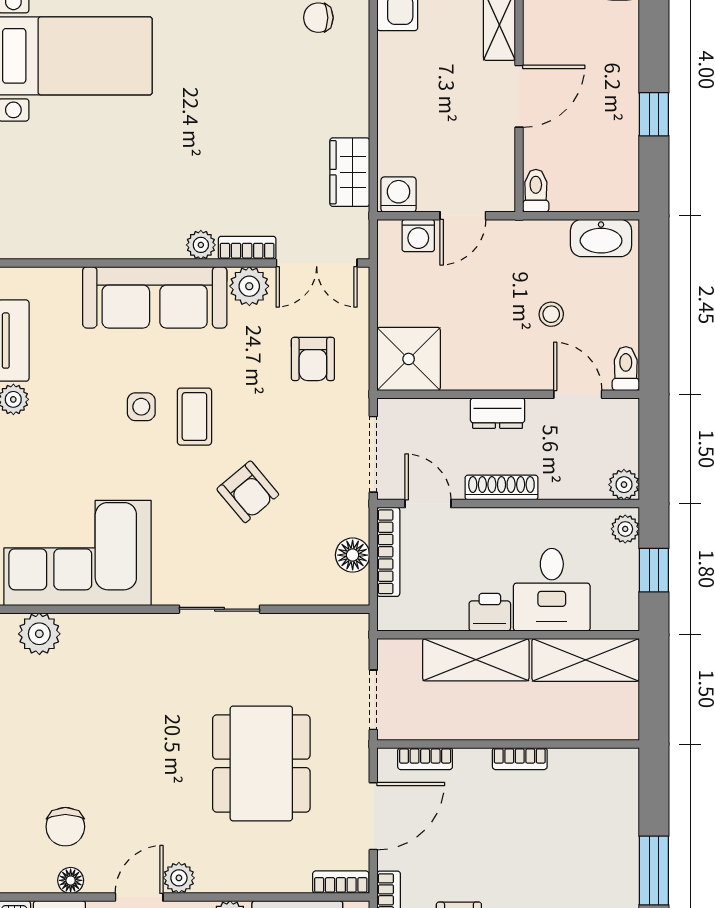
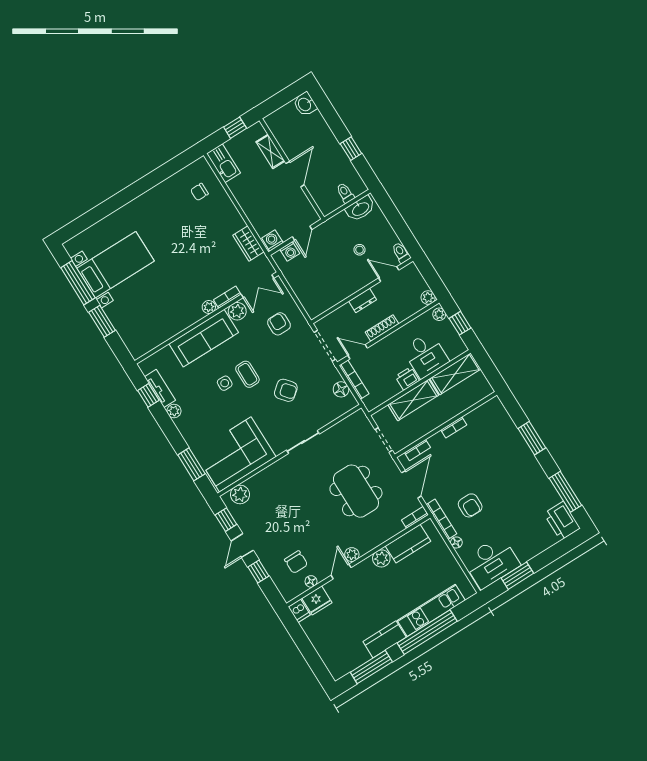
toilet: (536, 191) -> (345, 193), moved
armchair: (313, 359) -> (279, 324), turned 180
shower: (409, 359) -> (316, 301), removed

